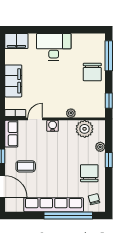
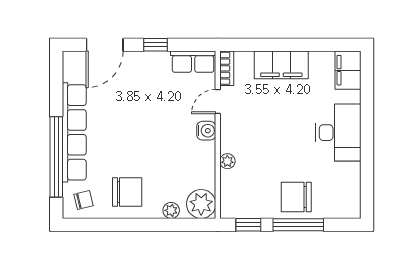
window: (109, 56) -> (298, 225), moved
door: (35, 119) -> (218, 102), swing flipped
plant: (85, 129) -> (201, 204), moved
window: (109, 160) -> (149, 225), removed
coffee table: (26, 166) -> (138, 86), removed

